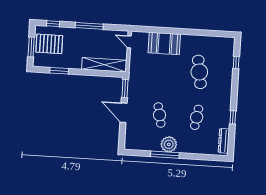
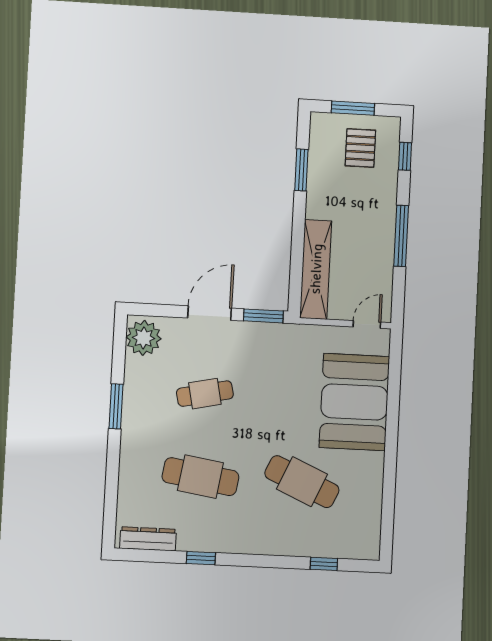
pallet: (49, 44) -> (360, 148), width x0.67, depth x0.71
booth: (164, 44) -> (354, 402), width x1.36, depth x1.42
cafe table: (199, 72) -> (302, 482), turned 33
cafe table: (197, 117) -> (200, 477), width x1.37, depth x1.35
plant: (169, 144) -> (144, 338), moved
window: (165, 155) -> (116, 406), width x0.69

